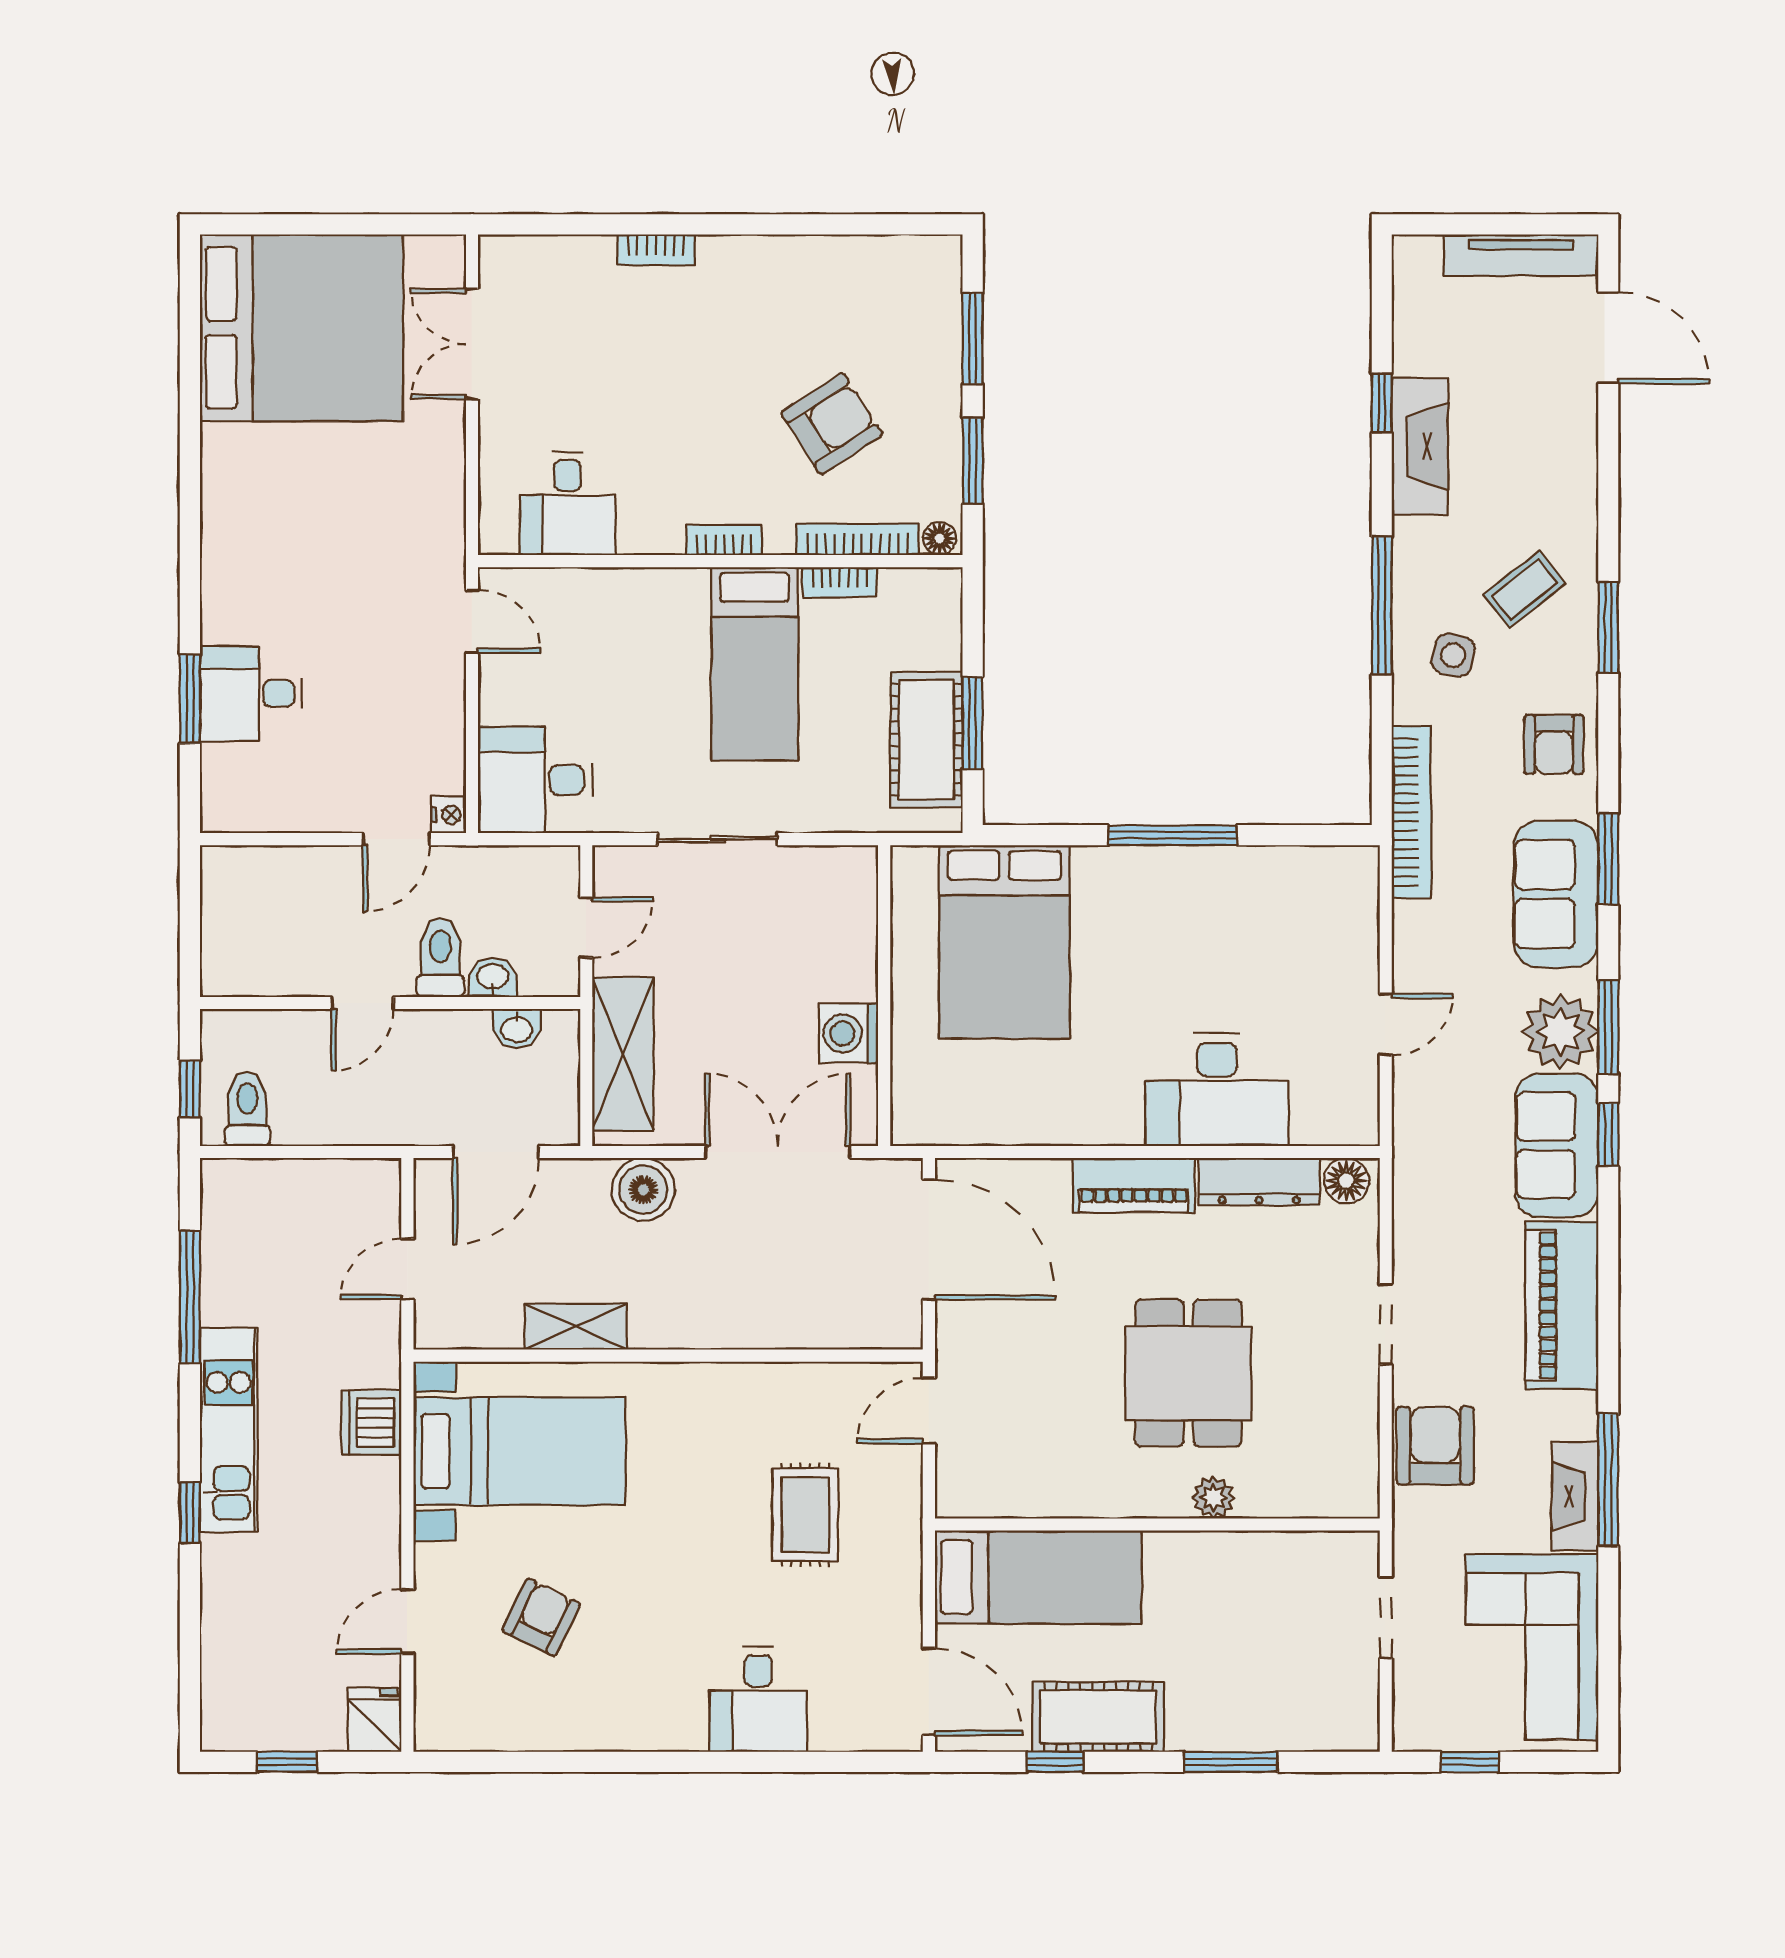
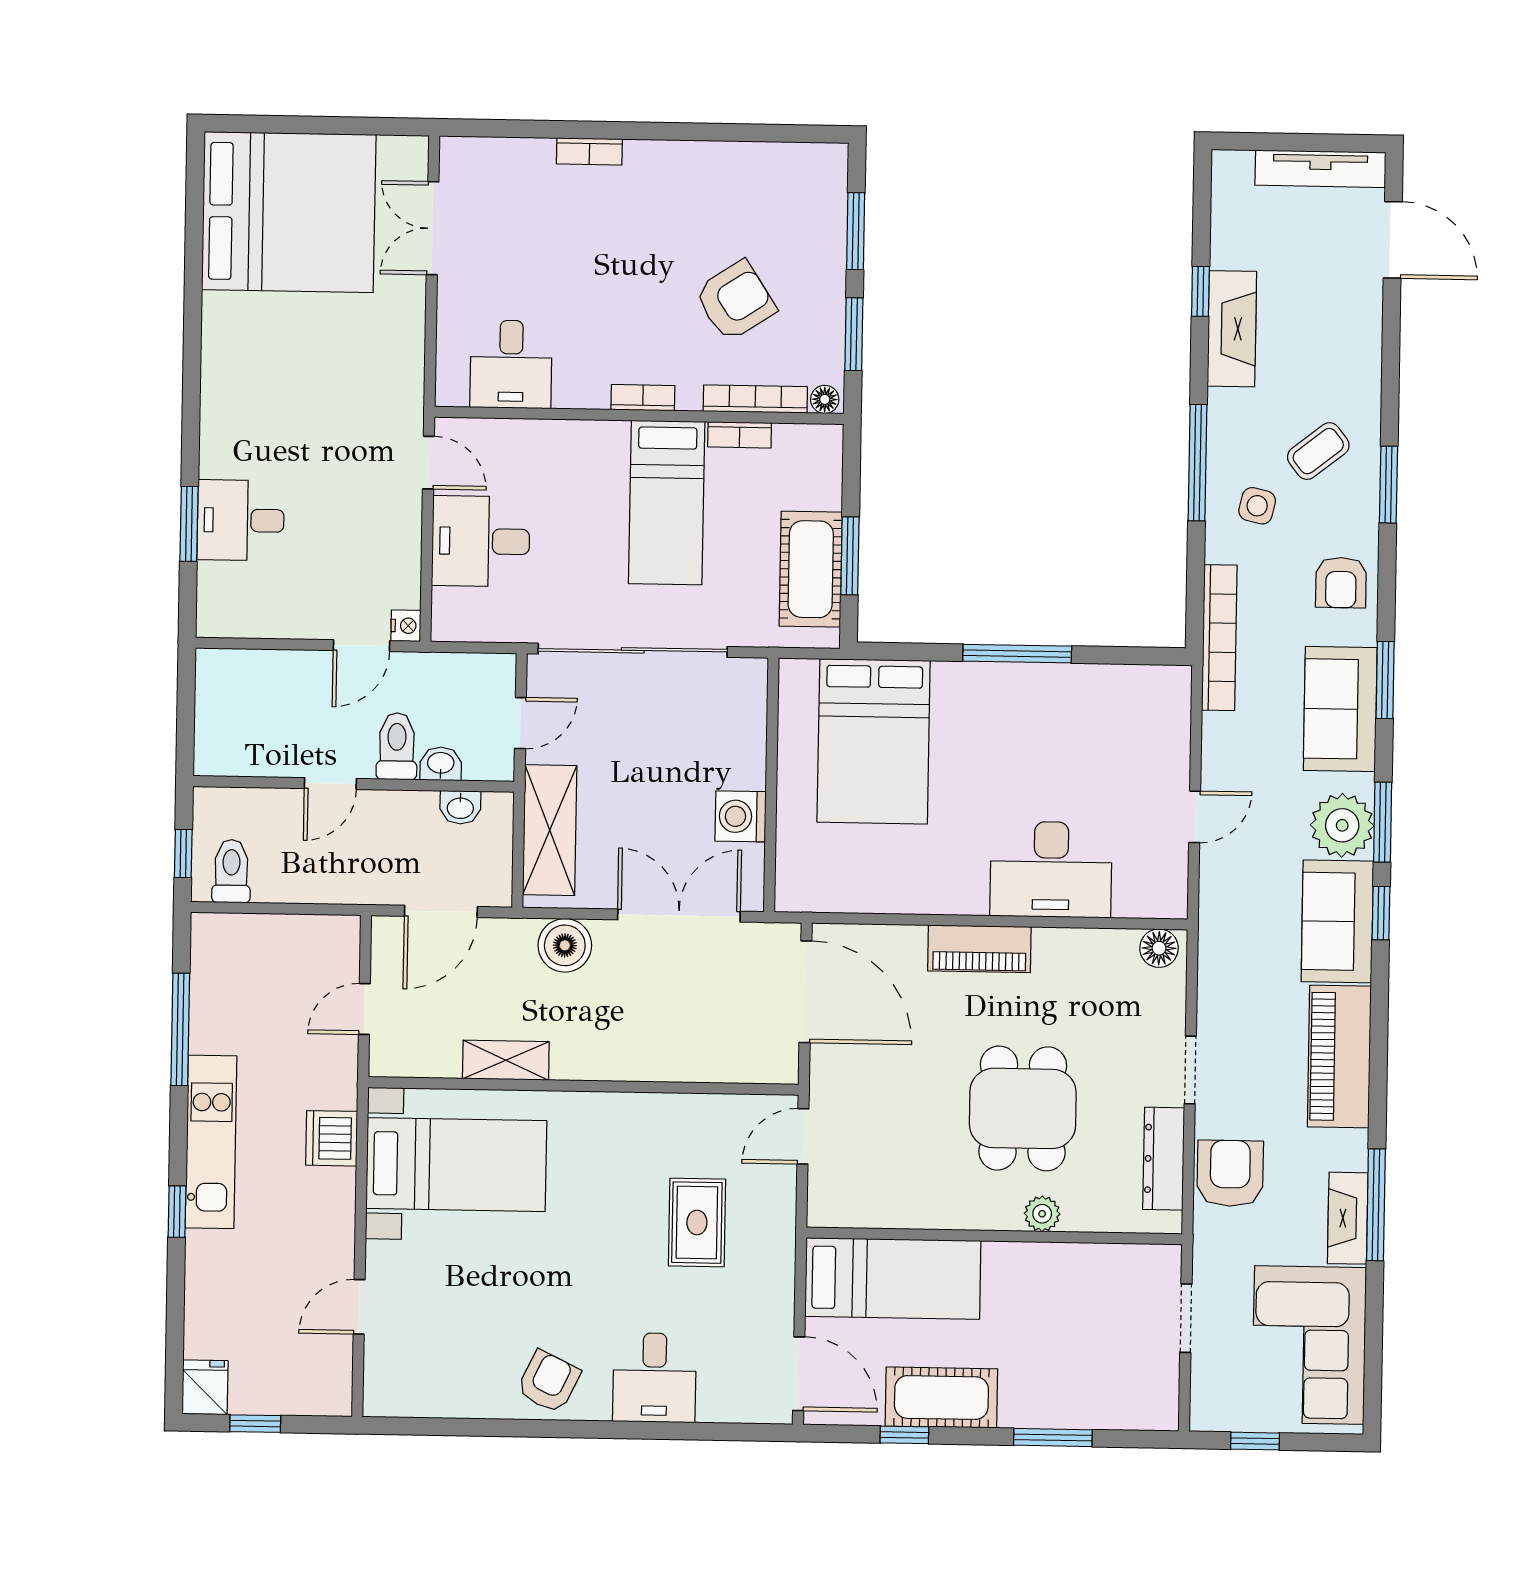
desk: (535, 780) -> (481, 541), moved
sliding door: (717, 839) -> (633, 650), width x1.86
dresser: (1259, 1182) -> (1164, 1159), moved, turned 90
armchair: (541, 1617) -> (548, 1382), moved
fridge: (375, 1720) -> (205, 1387), moved

